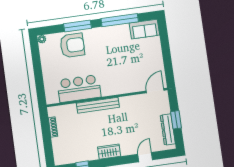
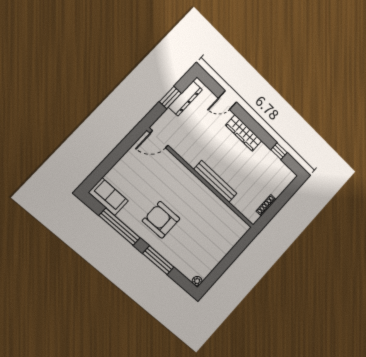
armchair: (72, 45) -> (161, 220), moved
bar counter: (79, 89) -> (214, 211), removed
wardrobe: (109, 152) -> (244, 133), width x1.50

